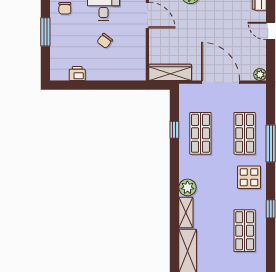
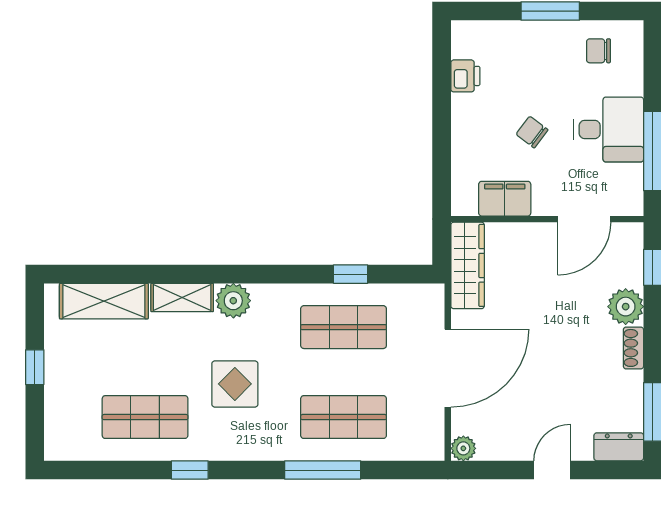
filing cabinet: (137, 54) -> (505, 199), added
display table: (249, 177) -> (235, 384), moved

